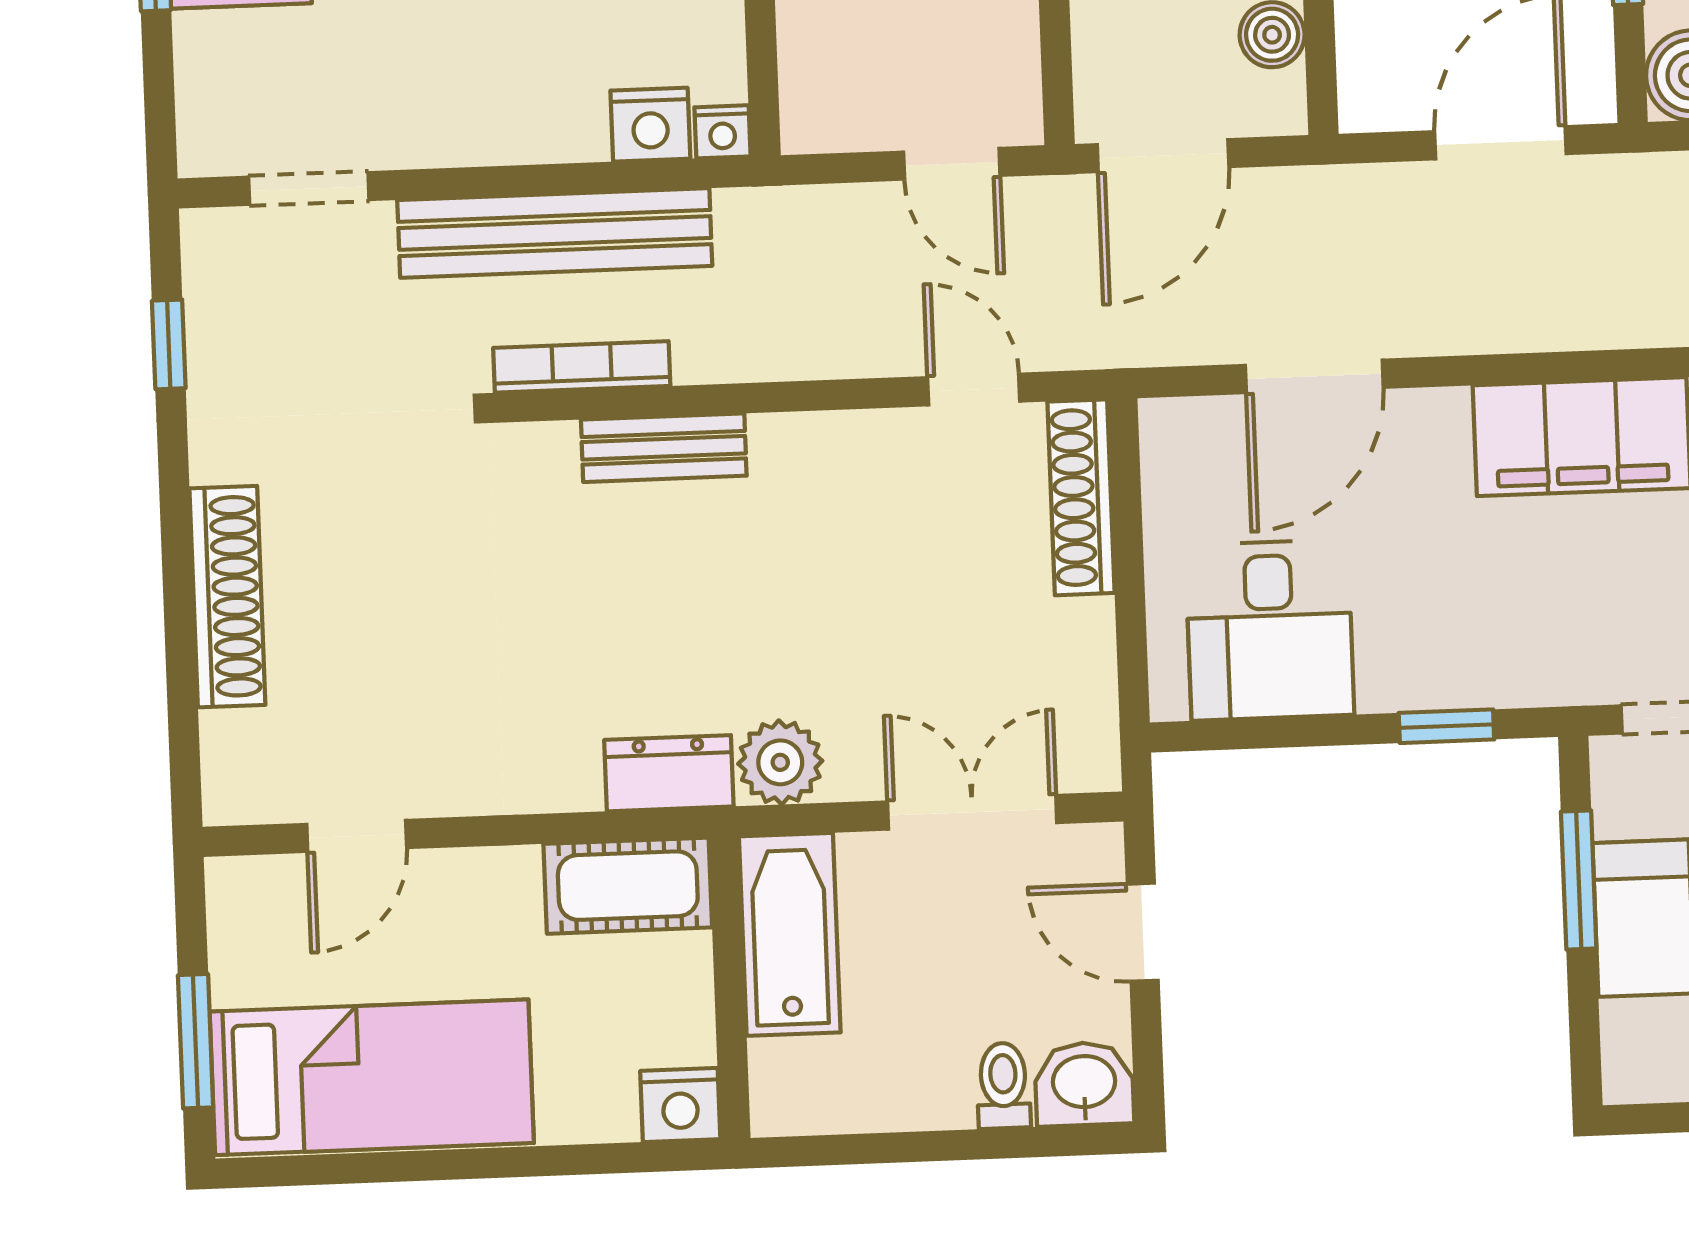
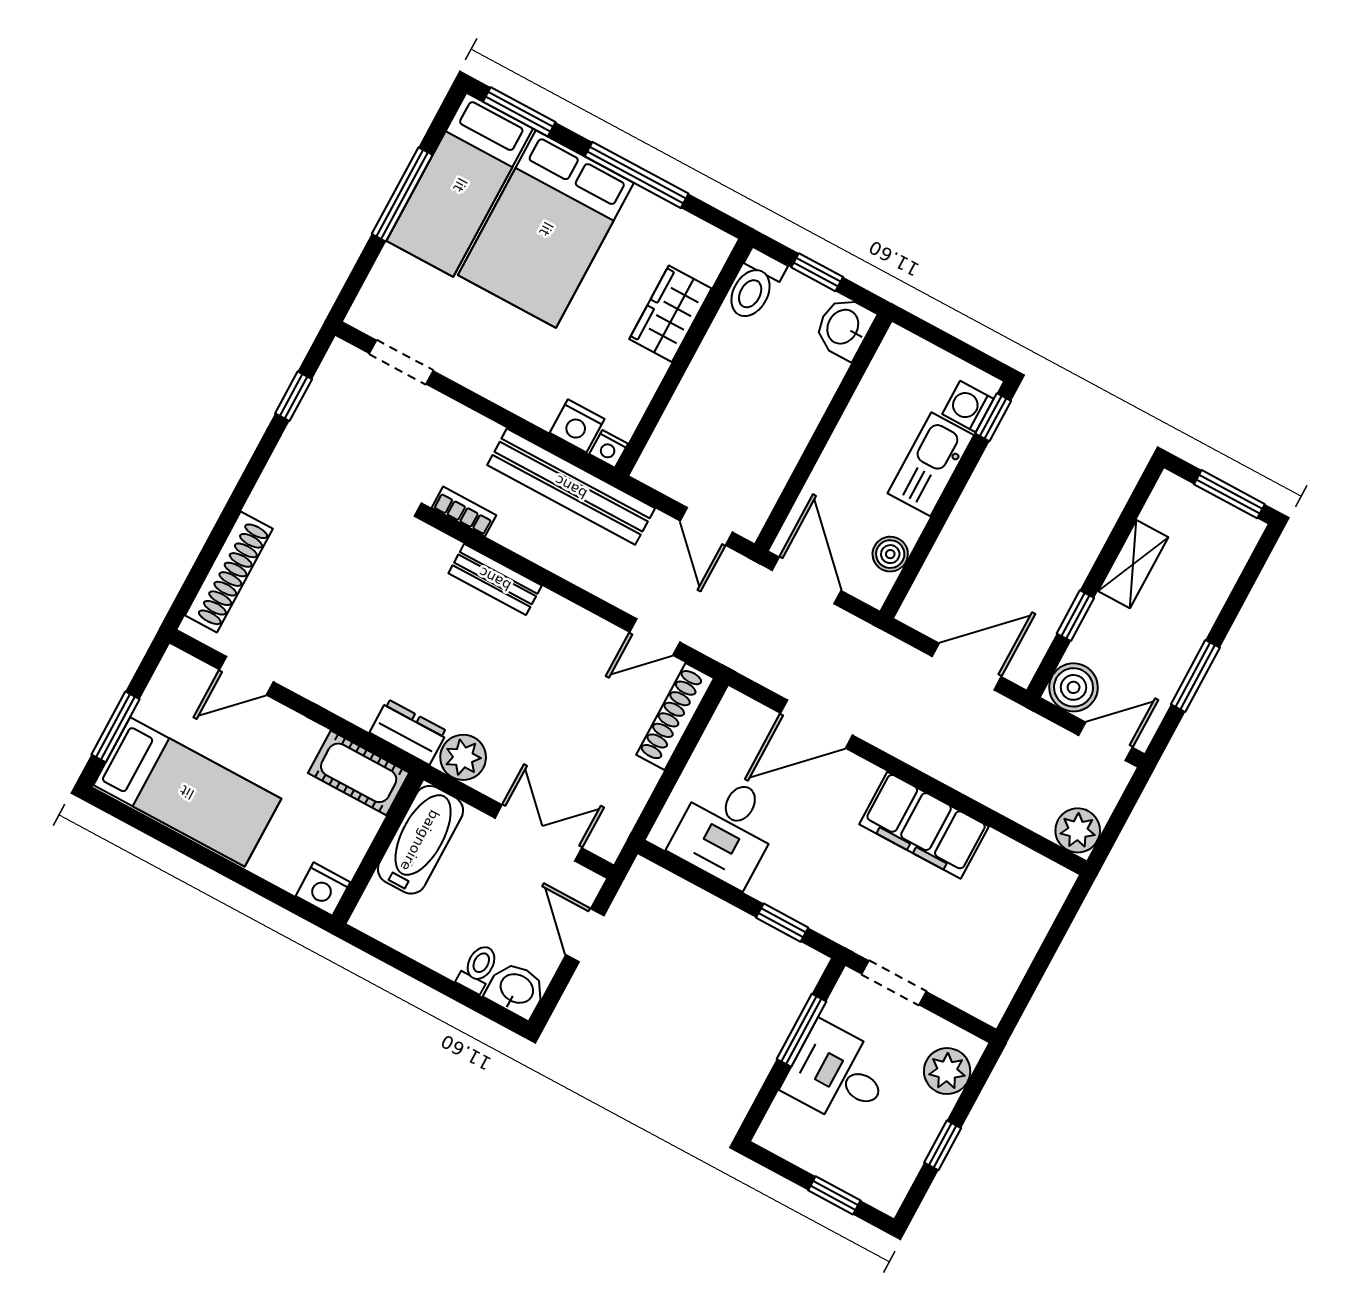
door: (1163, 156) -> (807, 580), swing flipped
bench: (555, 233) -> (571, 487), moved
bookcase: (582, 367) -> (464, 511), width x0.64
door: (974, 389) -> (655, 637), swing flipped
shoe rack: (227, 597) -> (229, 572), moved

